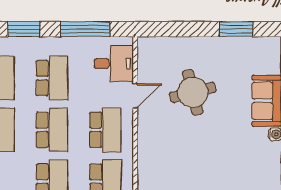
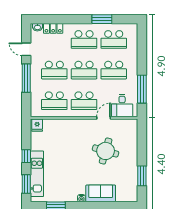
window: (24, 29) -> (142, 54), removed
round table: (193, 92) -> (106, 151), turned 30
door: (135, 96) -> (104, 118), swing flipped

